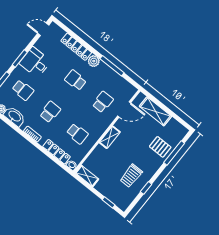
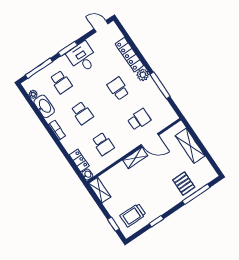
door: (124, 109) -> (150, 140), moved
school desk: (50, 112) -> (82, 113), turned 90
locker: (57, 152) -> (79, 160), width x0.66
trolley: (131, 176) -> (133, 215), moved

